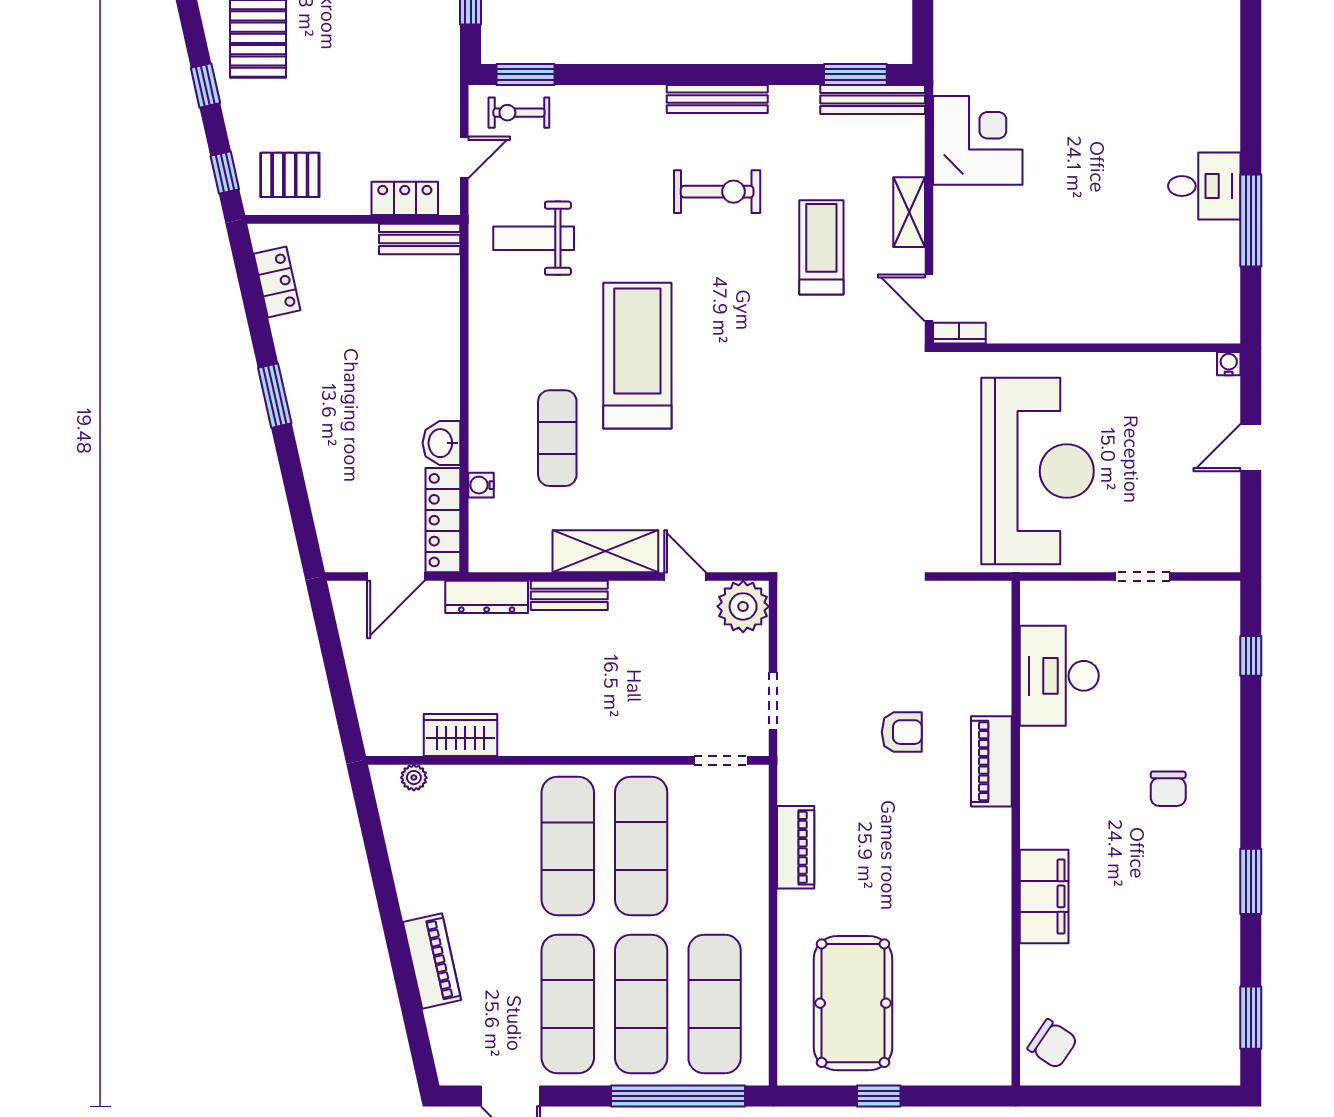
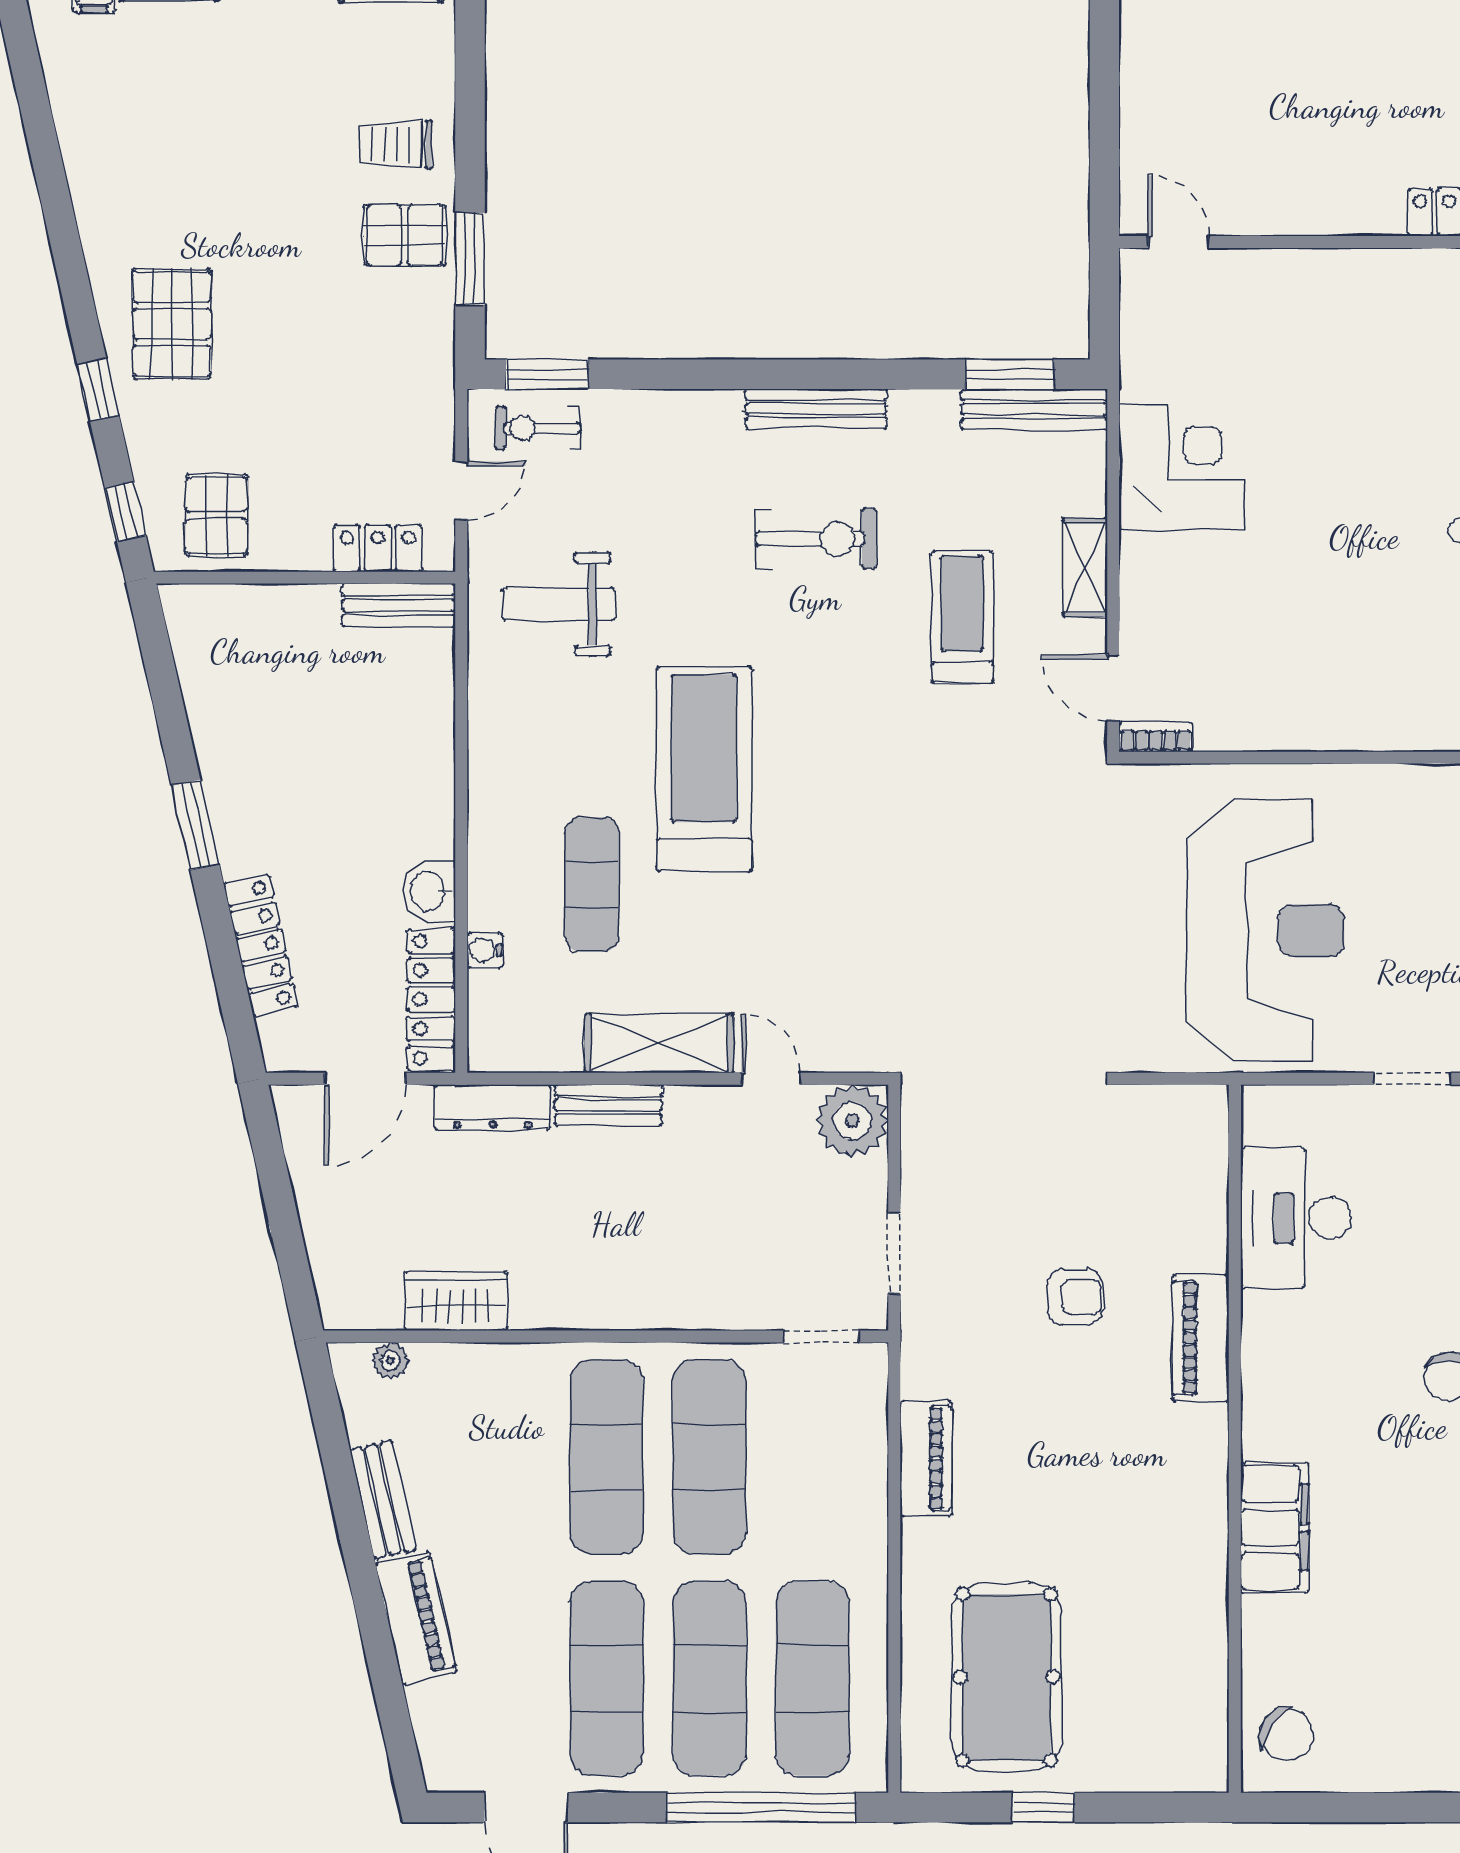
pallet: (290, 175) -> (216, 515), turned 90
locker: (277, 282) -> (261, 945), moved, width x1.53
bench: (408, 877) -> (383, 1500), added

